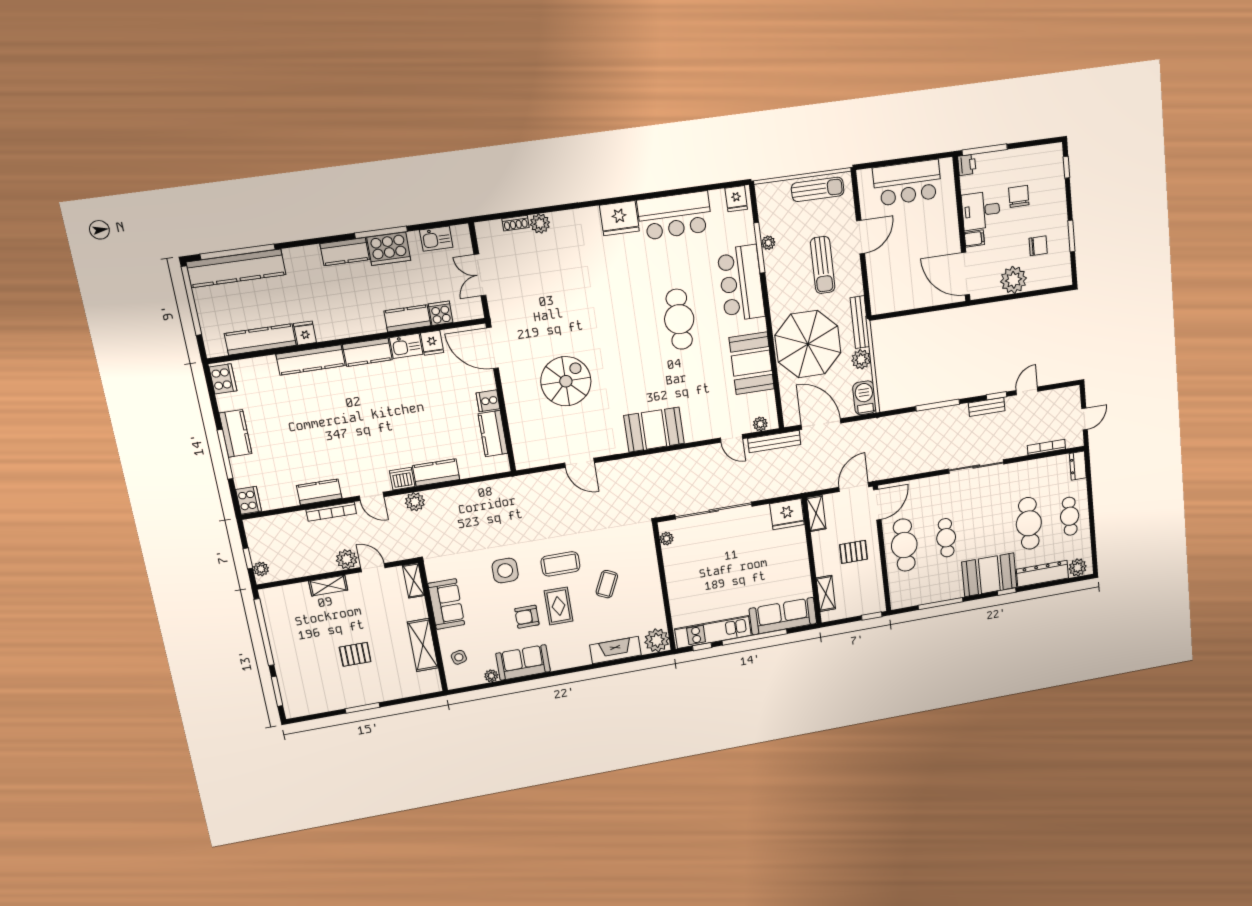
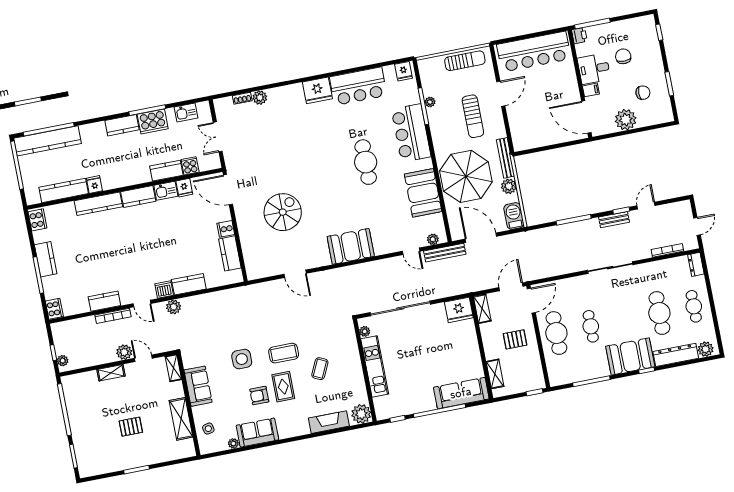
bar counter: (907, 183) -> (534, 52), width x1.36
kitchen unit: (713, 632) -> (375, 366), moved, turned 90

